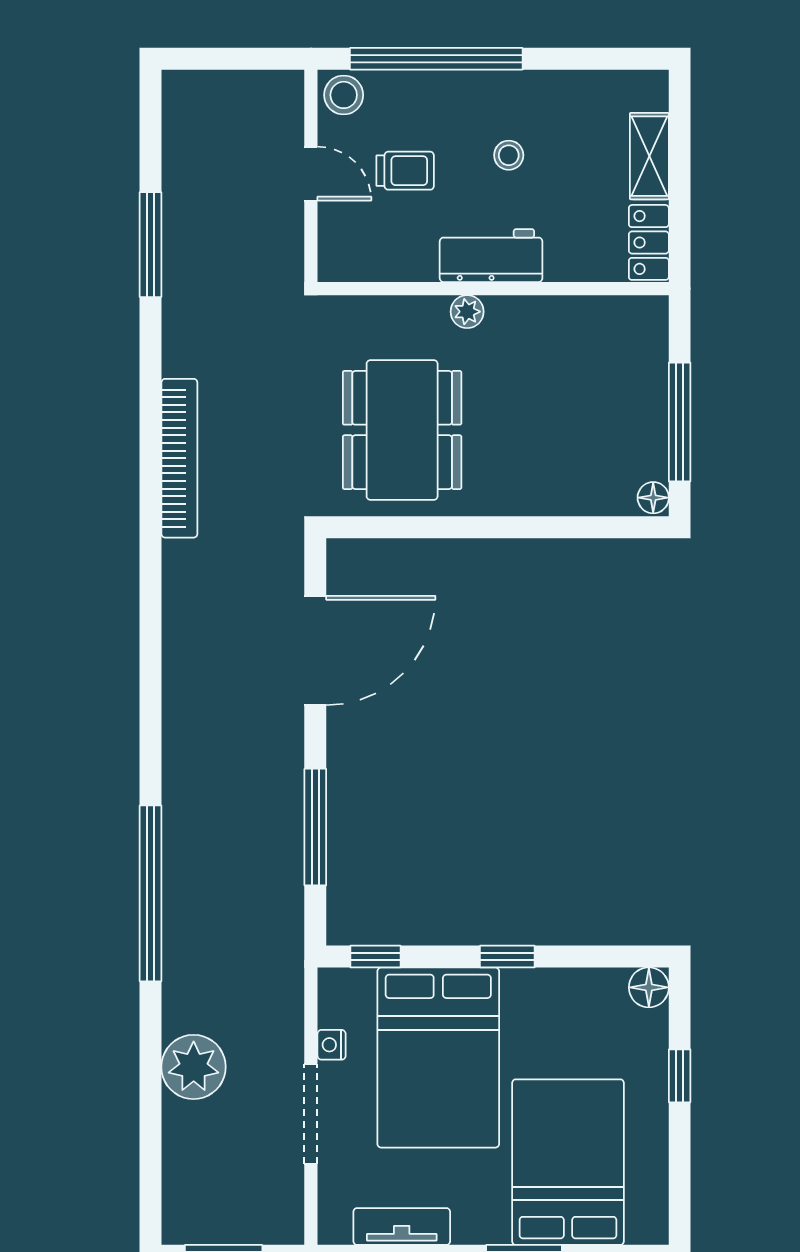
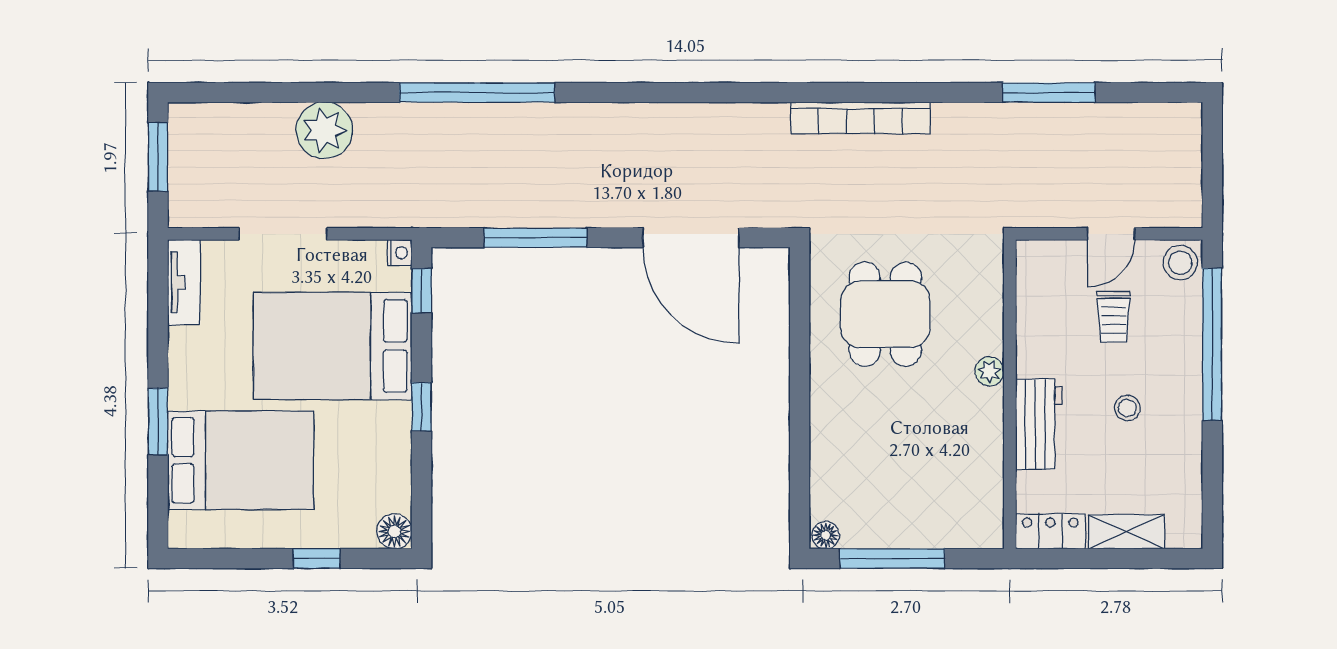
workbench: (491, 256) -> (1039, 424), moved
dining table: (402, 430) -> (885, 314), width x0.73
nightstand: (332, 1045) -> (400, 253), moved, turned 90
tv unit: (402, 1226) -> (184, 282), moved

